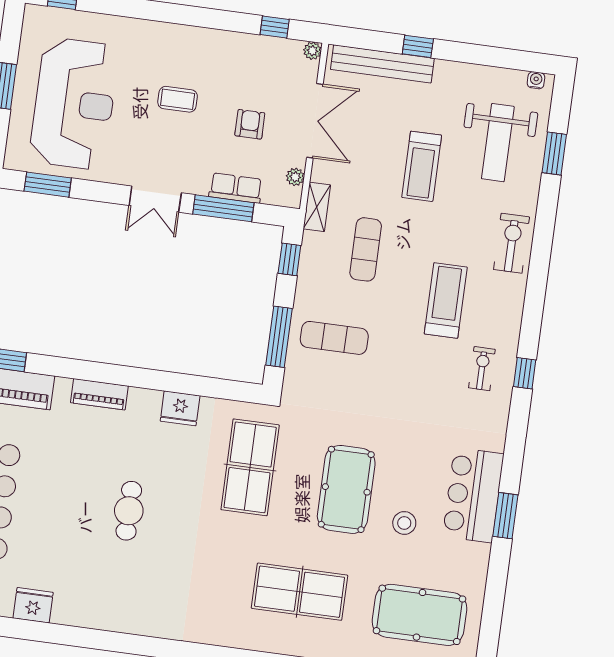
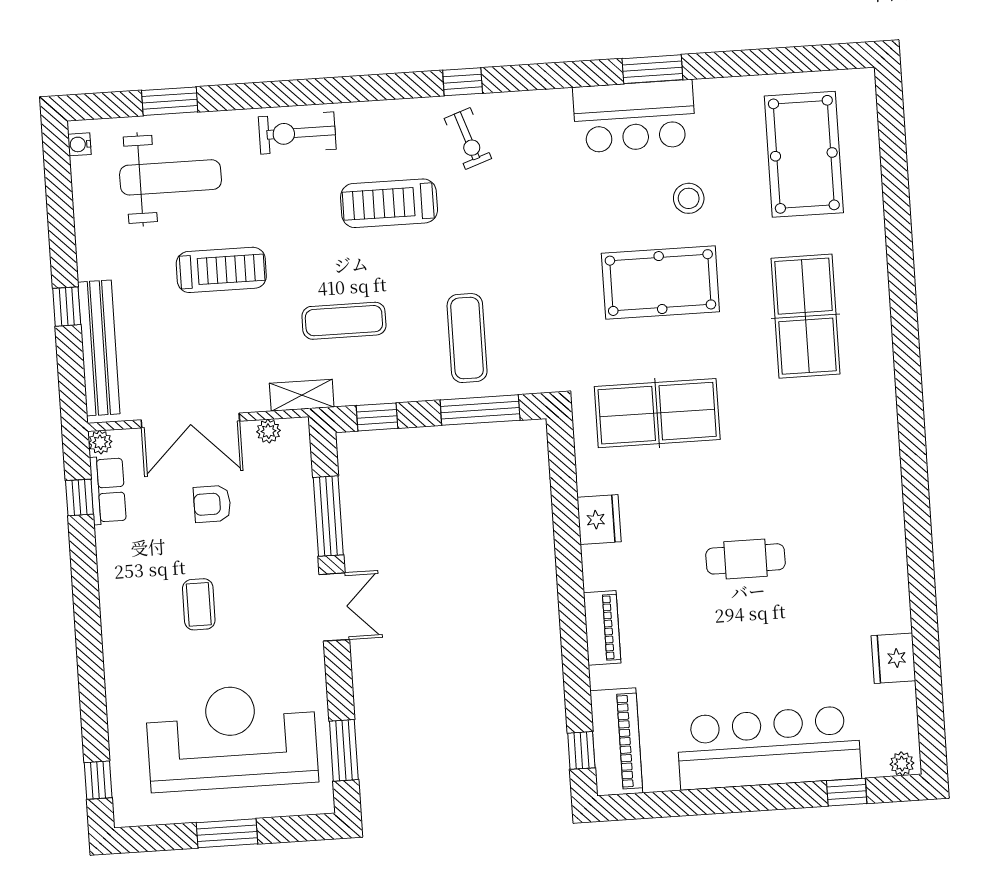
double door: (315, 121) -> (190, 420), swing flipped
row of seats: (236, 188) -> (108, 490), moved, turned 180
exercise bike: (482, 369) -> (468, 138), turned -109

